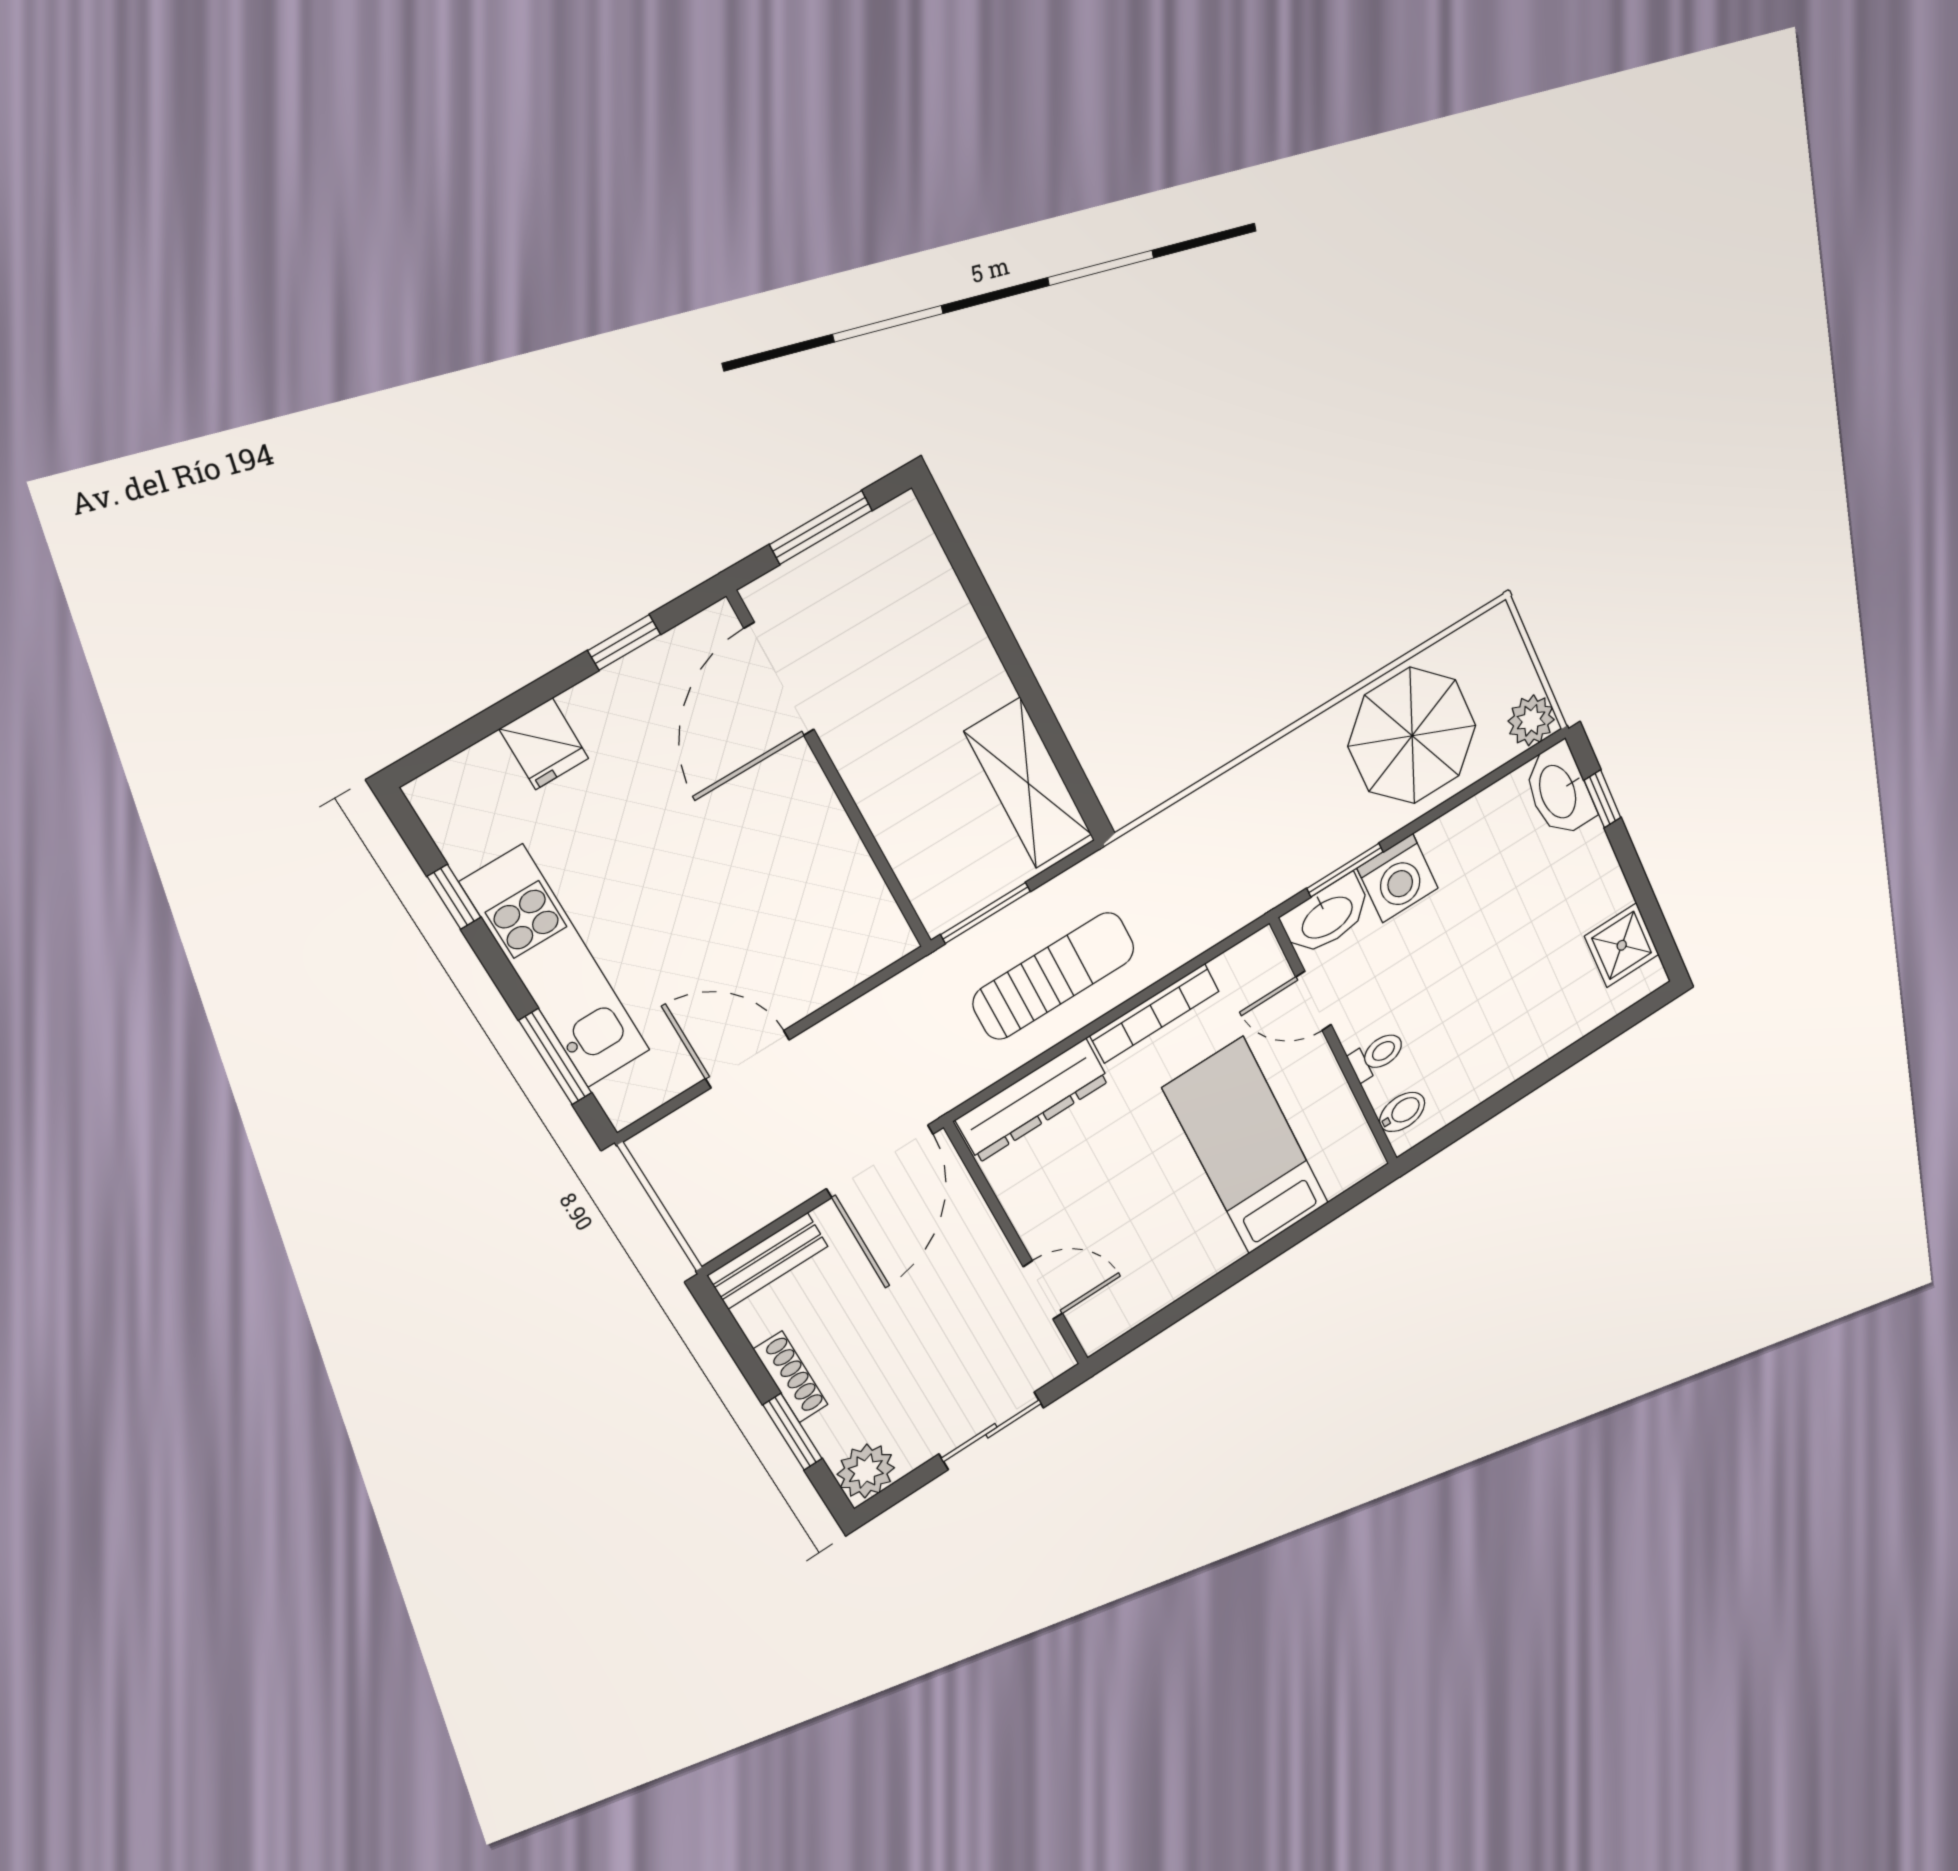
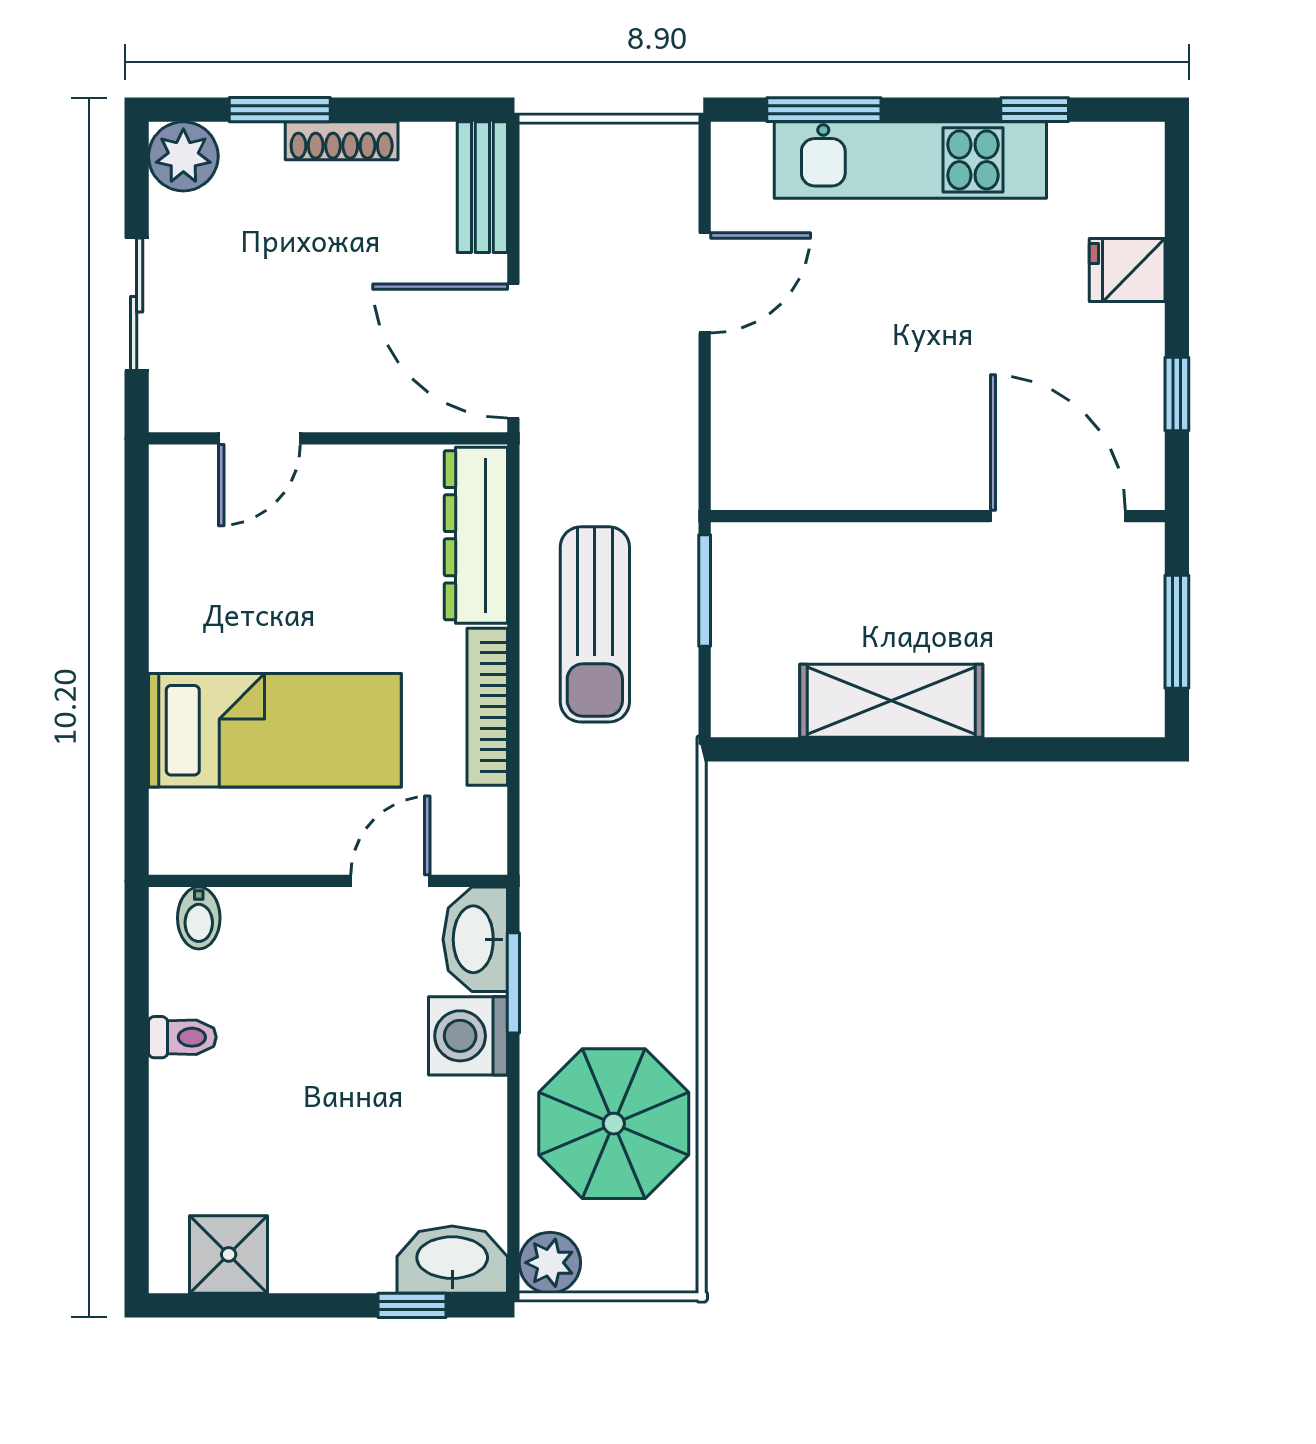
shelving: (1028, 783) -> (891, 701), moved
toilet: (1377, 1055) -> (182, 1037), moved, turned -90

